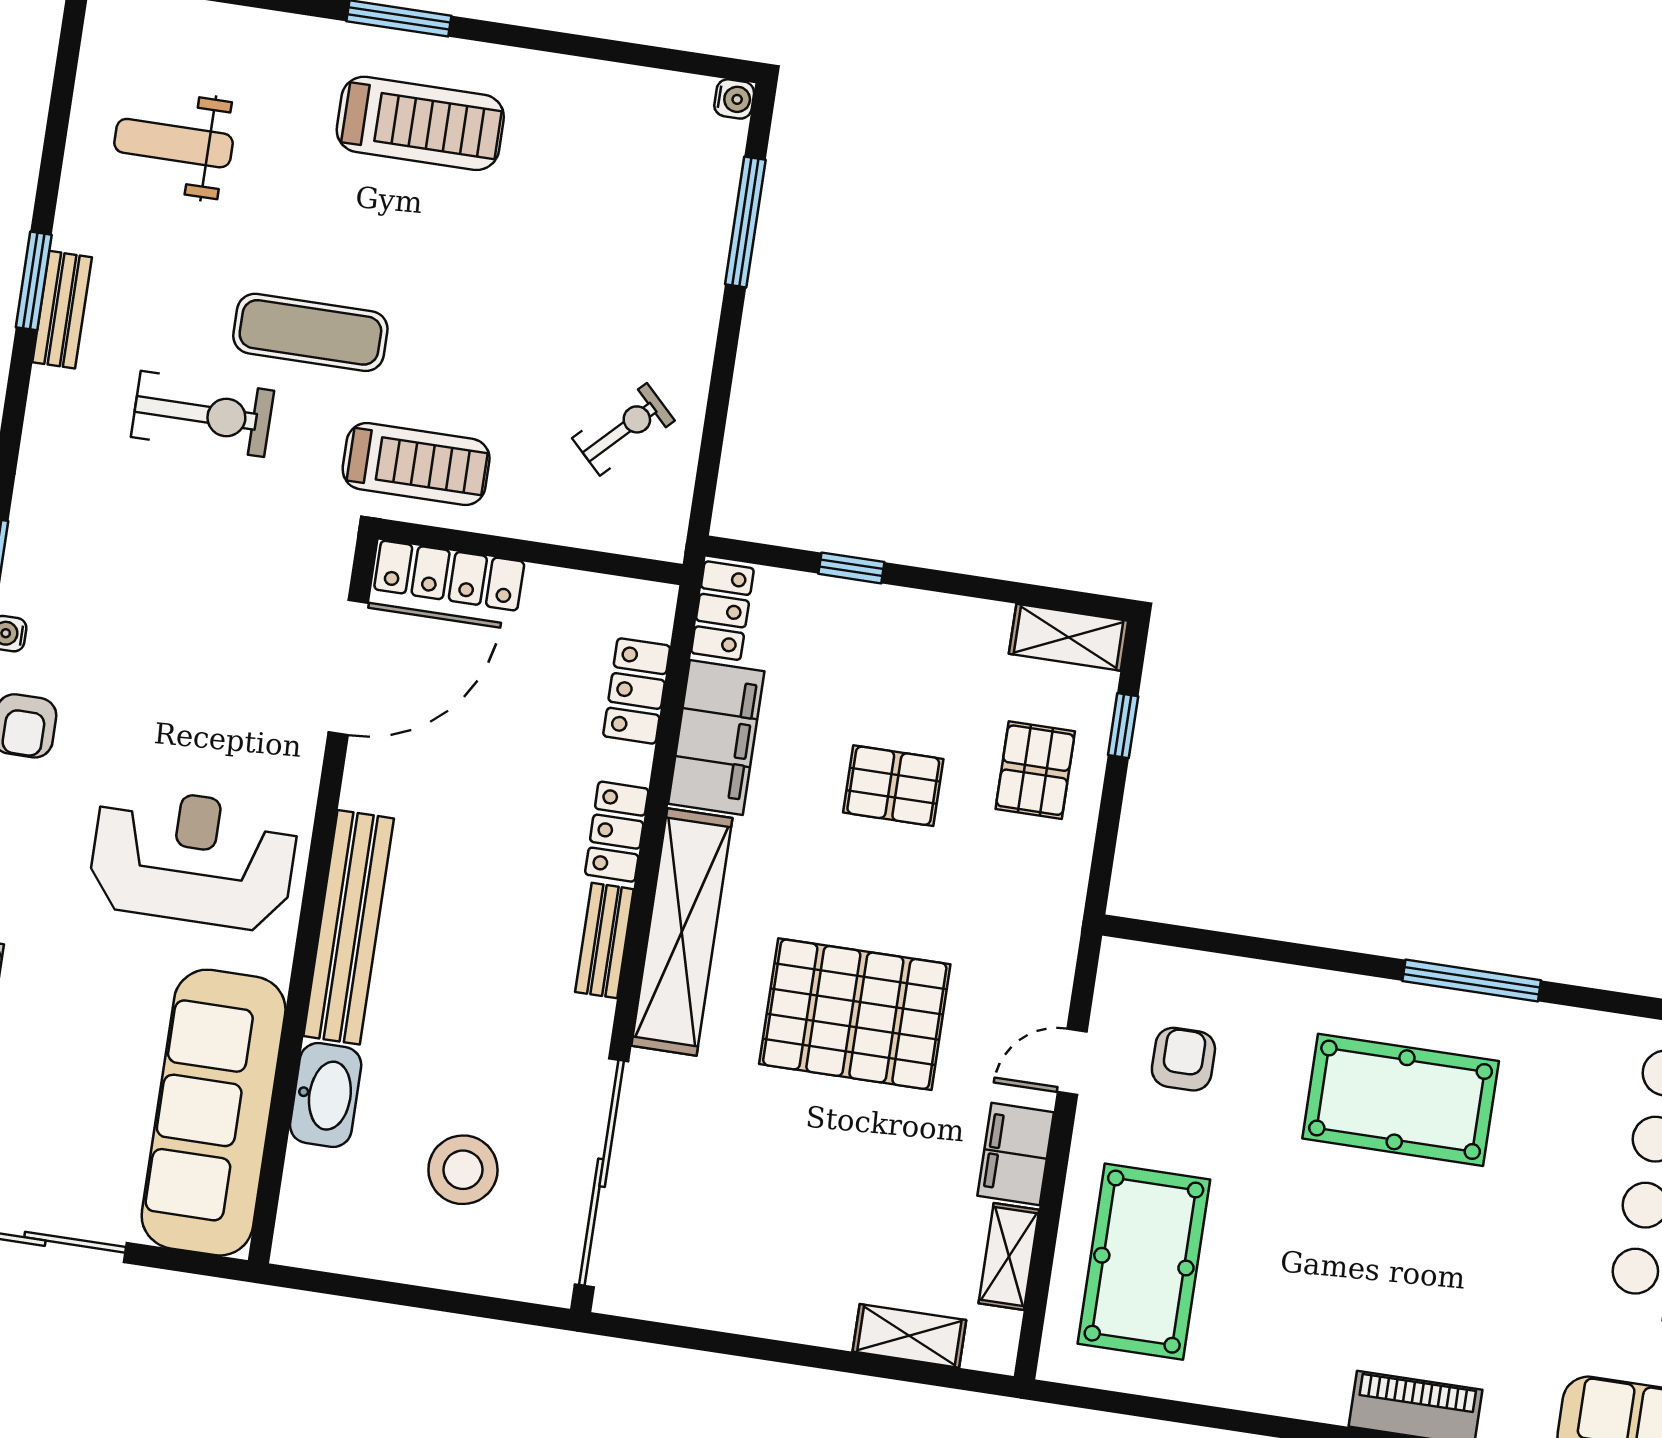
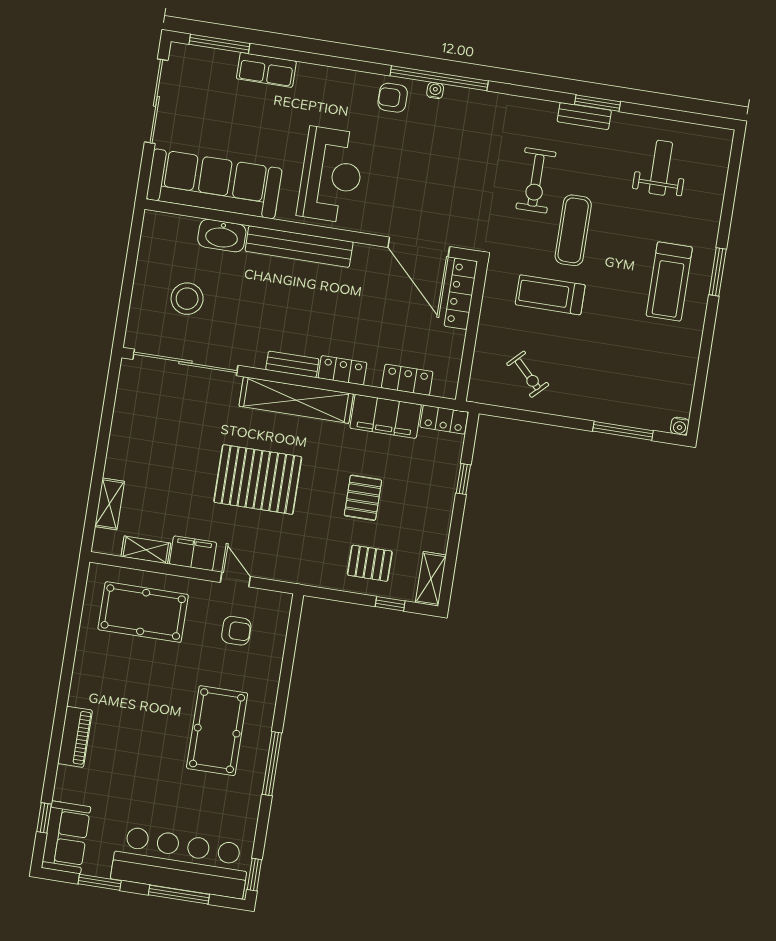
treadmill: (416, 464) -> (550, 295), moved, turned 90
pallet: (855, 1014) -> (258, 480), turned 90

